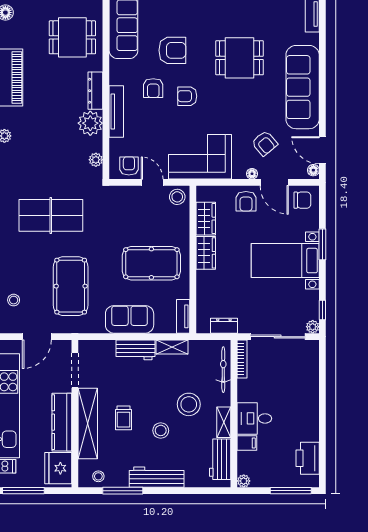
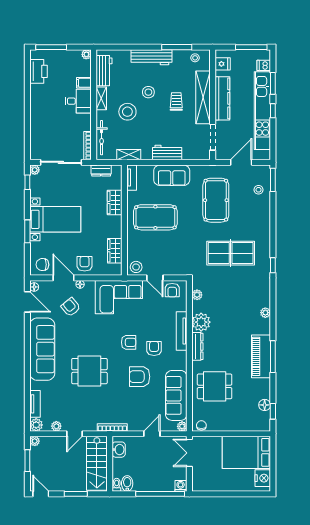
wardrobe: (206, 253) -> (115, 203), moved
shelving: (172, 347) -> (129, 155), moved
fridge: (58, 468) -> (223, 64), width x0.53, depth x0.75

